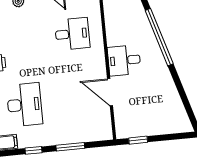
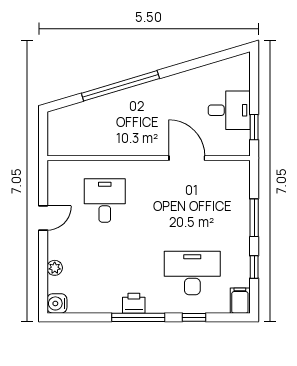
desk: (124, 60) -> (229, 110), moved, turned -90
door: (110, 92) -> (187, 158), swing flipped

